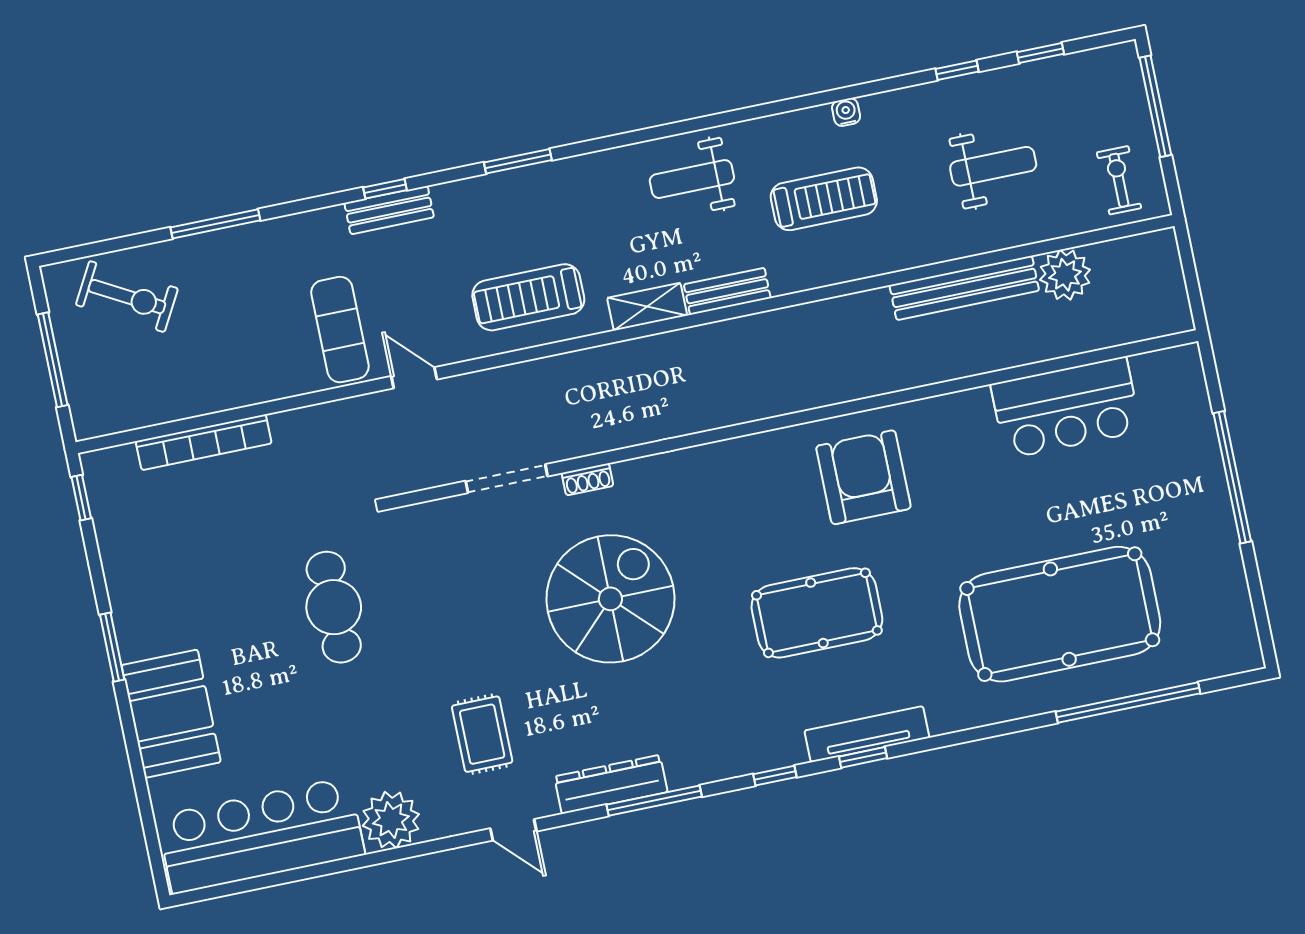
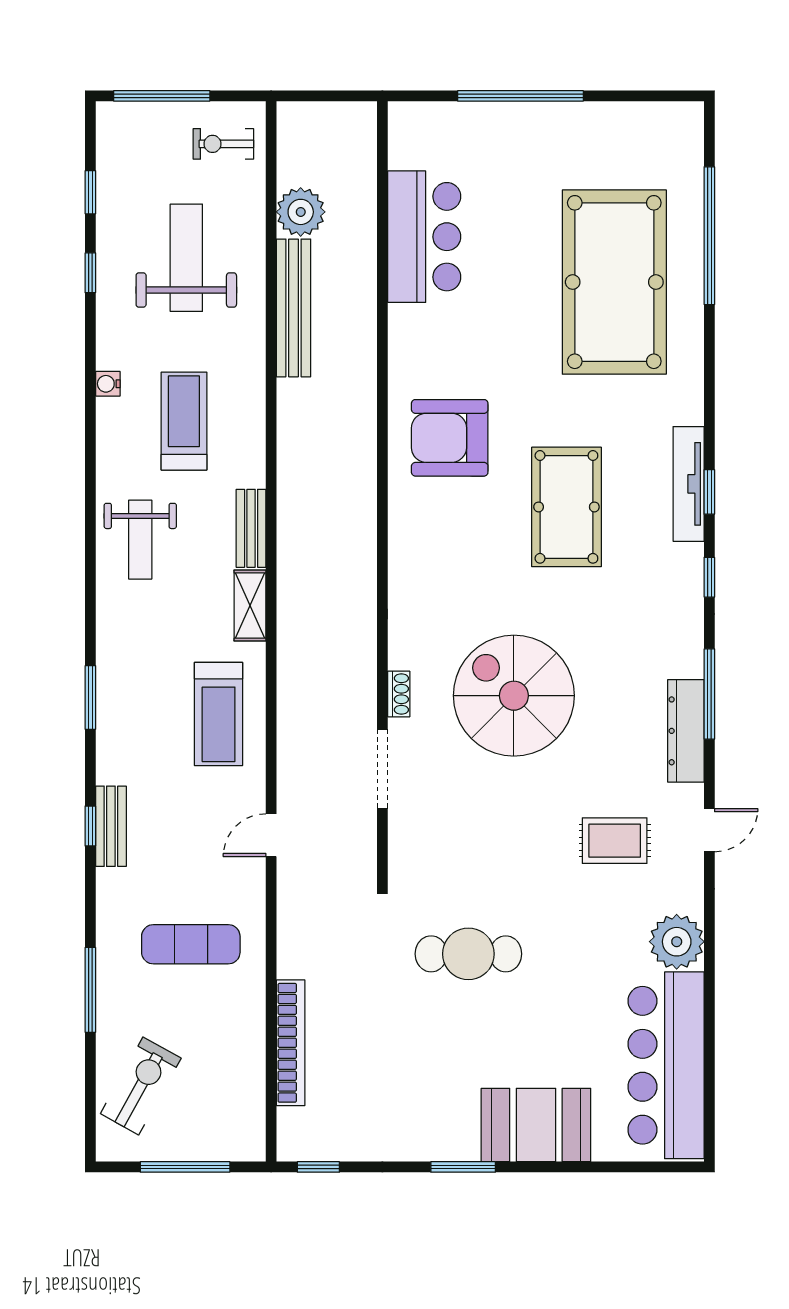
weight bench: (993, 166) -> (186, 258), width x1.36, depth x1.33
exercise mat: (340, 330) -> (191, 944), moved

